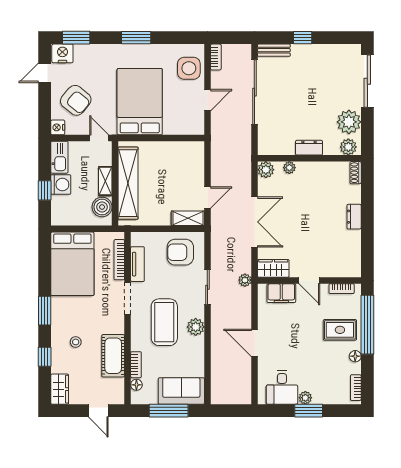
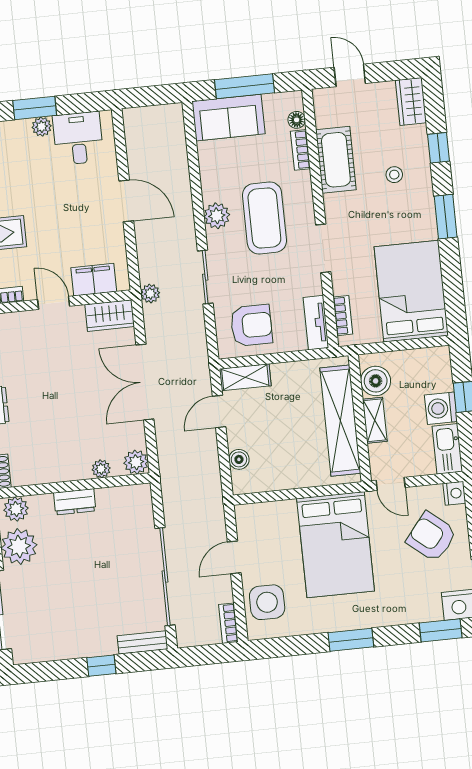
boiler: (198, 164) -> (239, 459), added
bookcase: (119, 260) -> (343, 316), width x0.64
tv unit: (137, 264) -> (316, 323), moved

